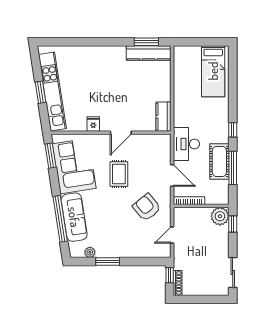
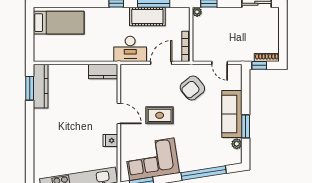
plant: (220, 216) -> (197, 12), width x0.53, depth x0.53
sofa: (74, 217) -> (232, 114), moved, turned -81

